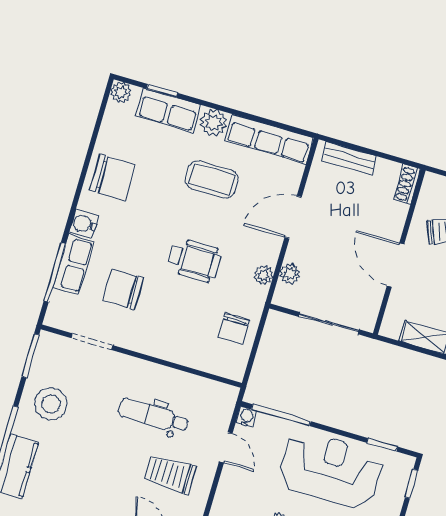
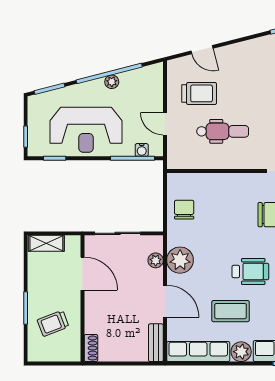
bench: (349, 158) -> (156, 343), moved, turned 90
door: (293, 217) -> (165, 301), hinge flipped
wheelchair: (194, 260) -> (250, 272), moved, turned 180
door: (395, 265) -> (82, 274), moved
plant: (264, 275) -> (180, 260), width x1.88, depth x1.88
water cooler: (246, 417) -> (142, 150), moved

